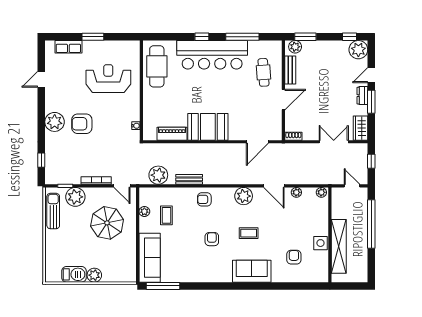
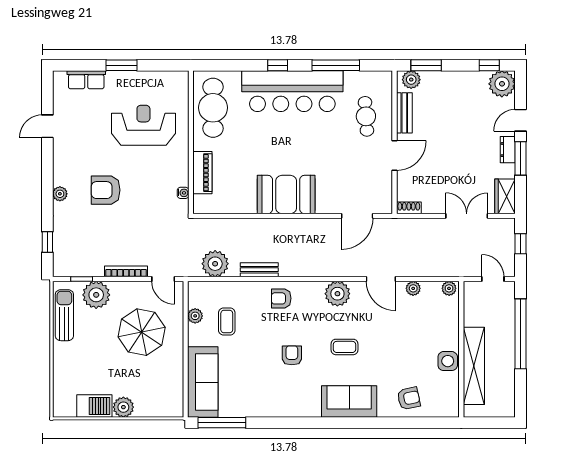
plant: (55, 122) -> (60, 194), width x0.53, depth x0.53
piano: (172, 134) -> (202, 173), moved, turned 90
armchair: (294, 257) -> (409, 398), moved, turned 78

